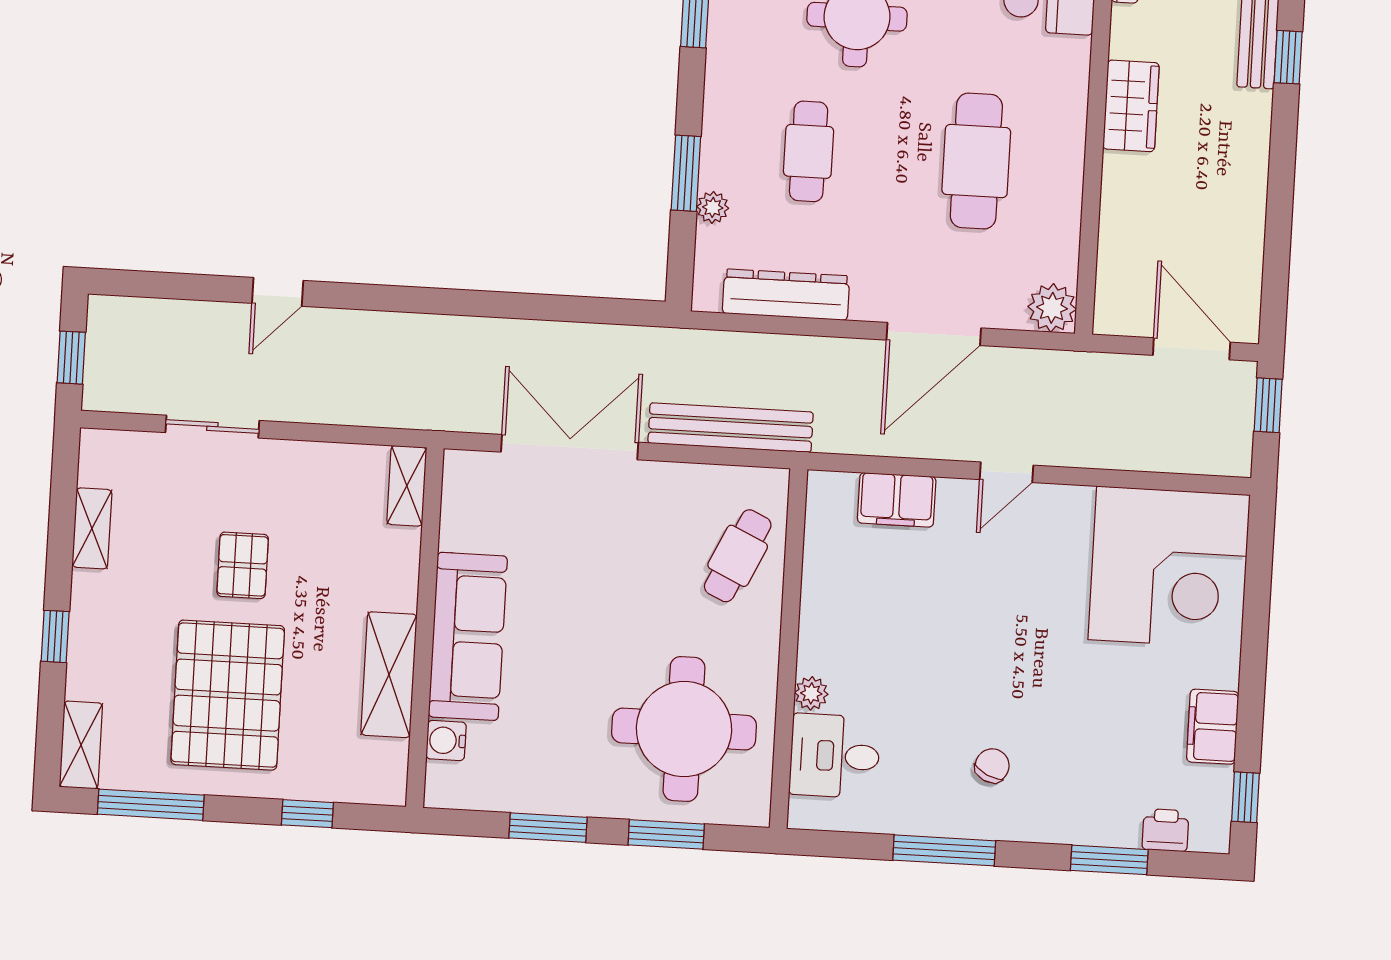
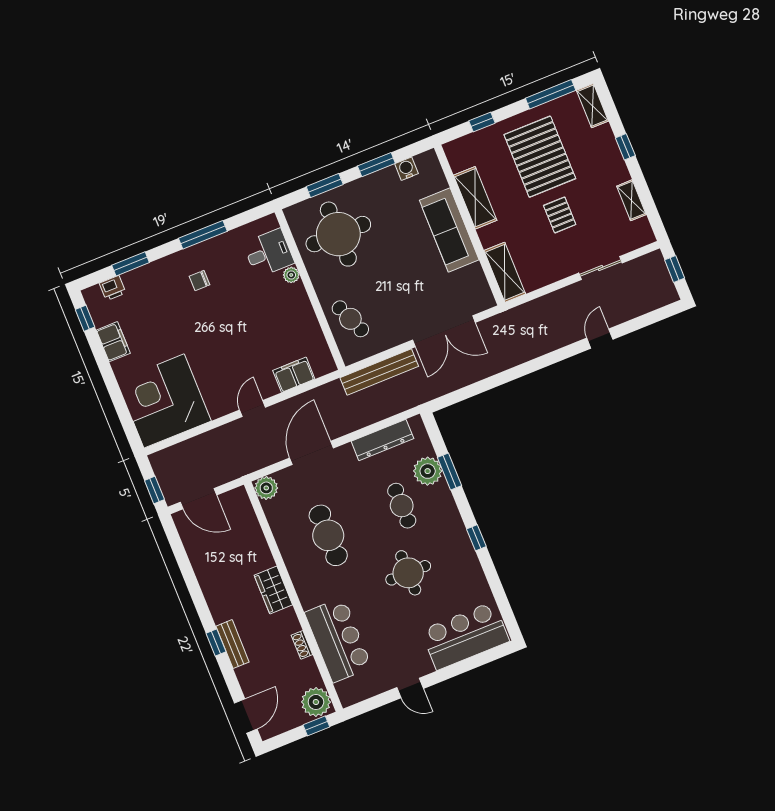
plant: (713, 207) -> (428, 471), width x1.87, depth x1.87
shelving: (407, 486) -> (505, 272), width x1.50, depth x1.33
cafe table: (738, 556) -> (350, 319), turned -48
water cooler: (446, 740) -> (407, 169), moved, turned -90
chair: (992, 766) -> (199, 281), turned 64

